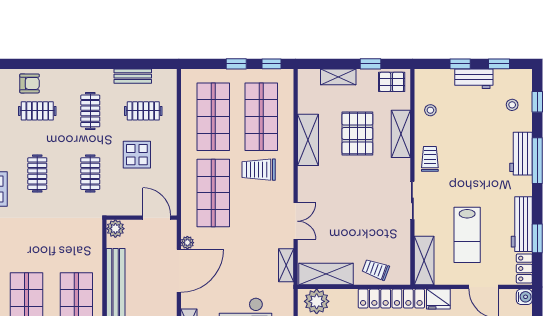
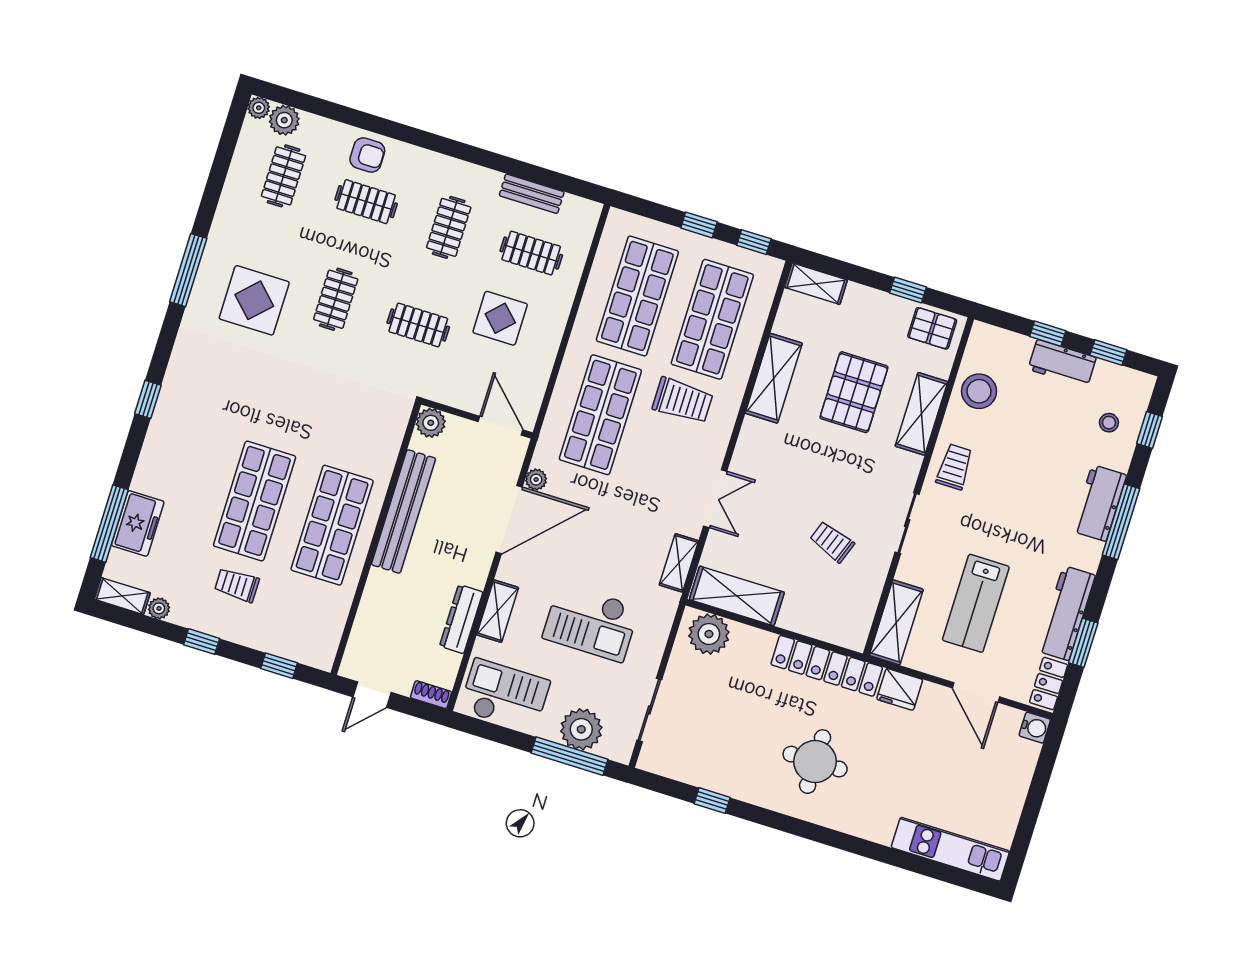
shelving: (338, 77) -> (816, 284), moved
stool: (430, 110) -> (979, 391), width x1.89, depth x1.89
trolley: (259, 170) -> (683, 401), turned 180
clothes rail: (90, 174) -> (418, 325), turned 90
trolley: (376, 269) -> (832, 542), moved

